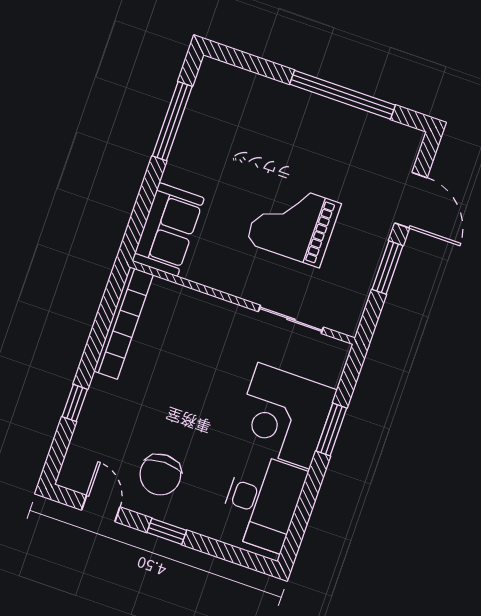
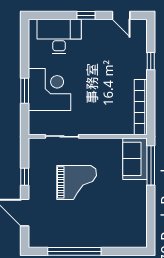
window: (172, 121) -> (151, 165), moved
window: (388, 268) -> (25, 177), width x0.67
chair: (160, 475) -> (98, 41), removed
desk: (262, 502) -> (59, 36), moved, turned 90

